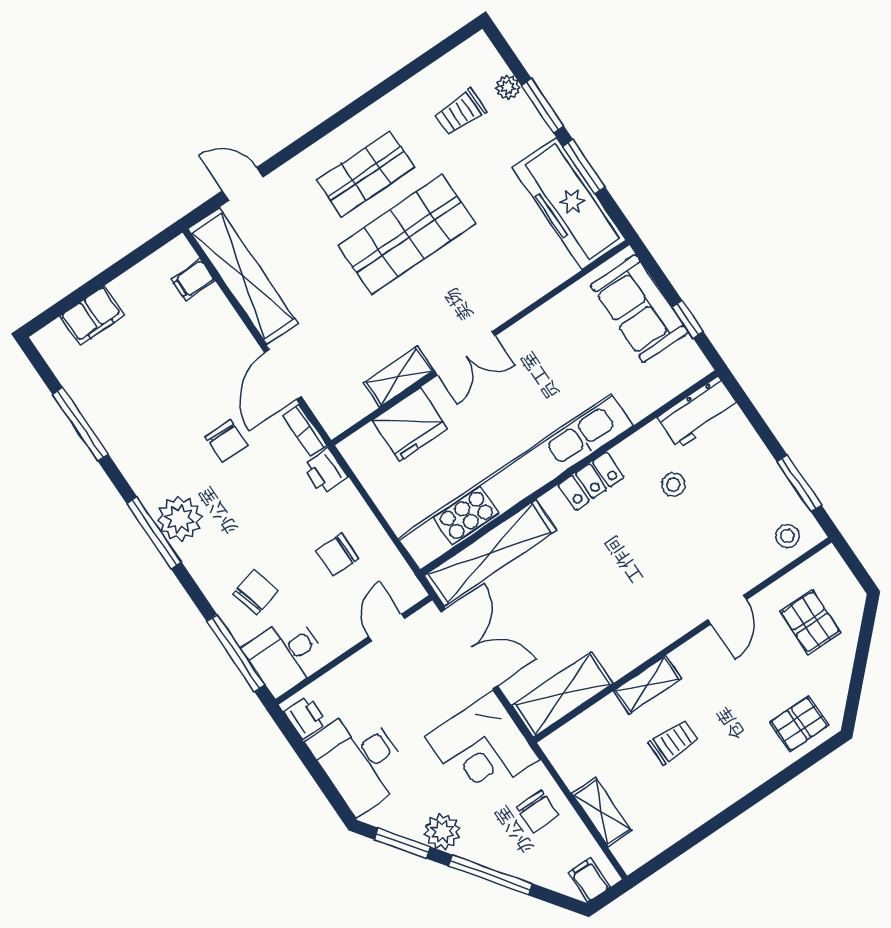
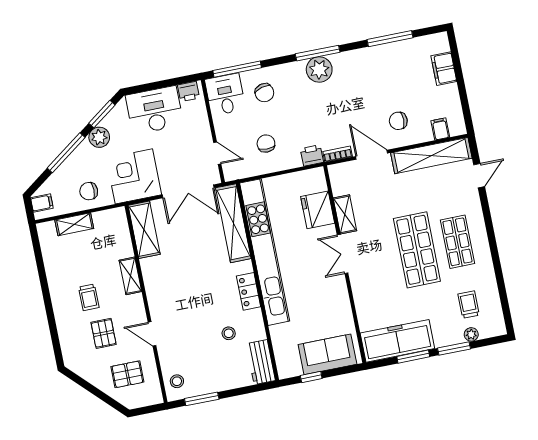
chair: (227, 441) -> (398, 121), moved
pallet: (799, 724) -> (104, 333), moved
trolley: (673, 742) -> (89, 297), moved

